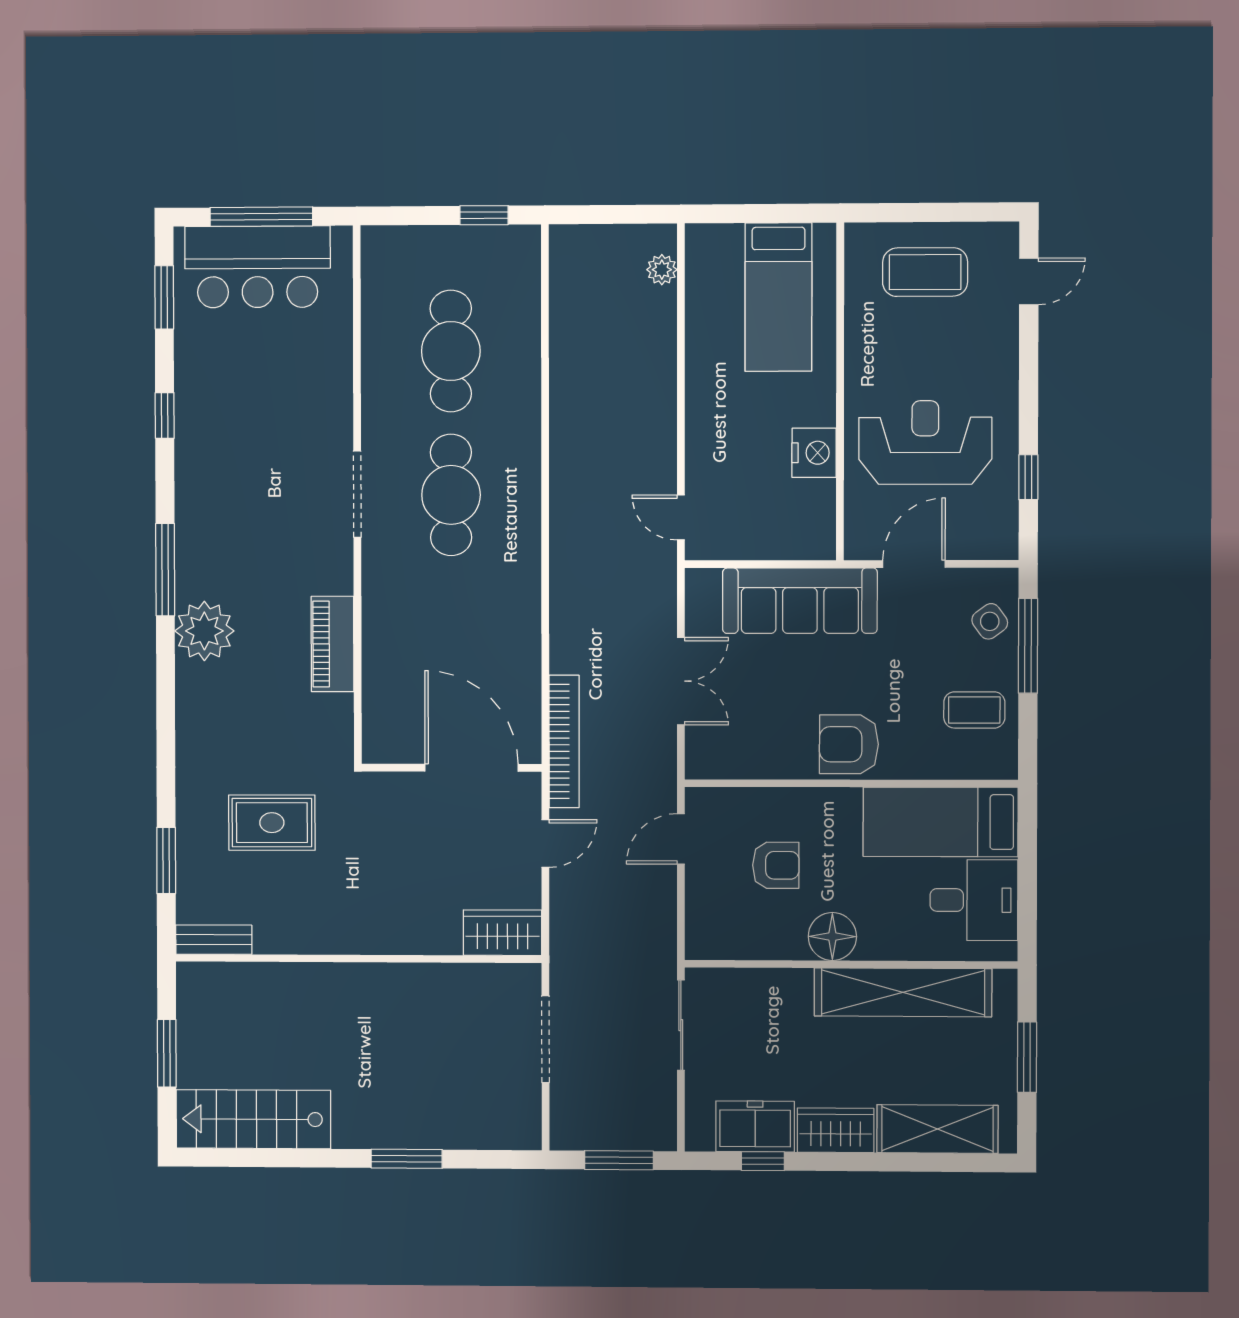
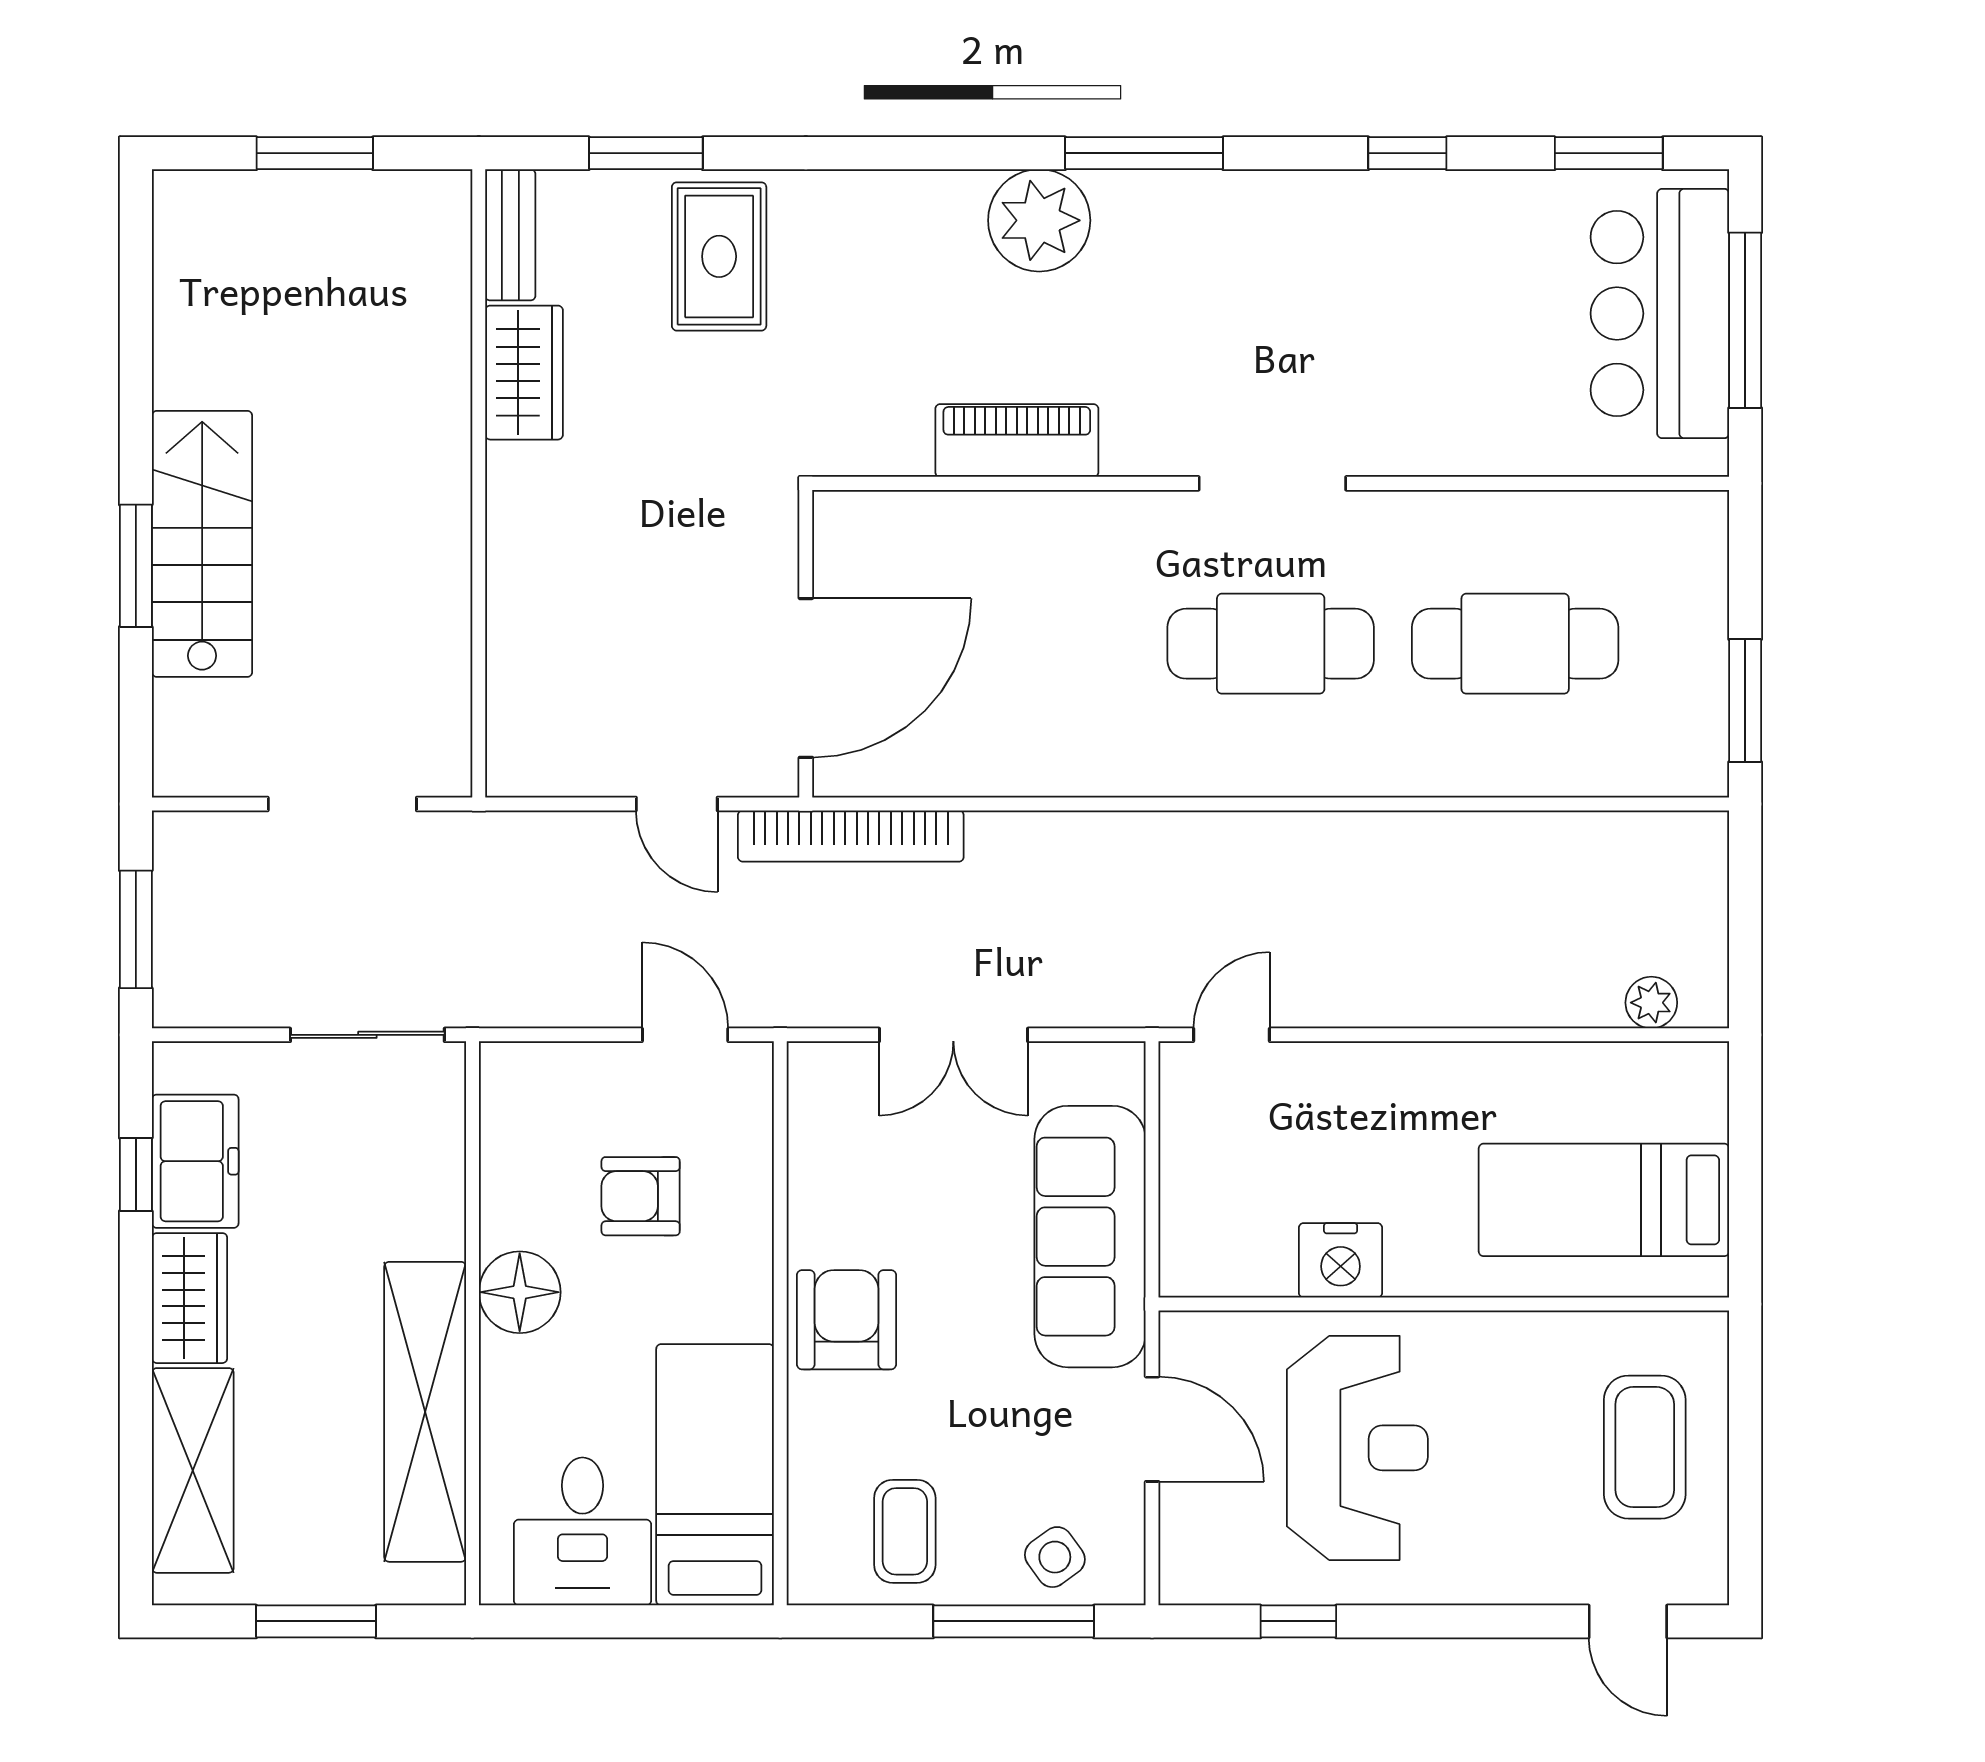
window: (484, 215) -> (1745, 701), width x1.50
rug: (272, 823) -> (719, 256), moved
armchair: (776, 865) -> (641, 1196), turned 90
wardrobe: (502, 933) -> (524, 373), moved
stairs: (253, 1119) -> (202, 544), moved

